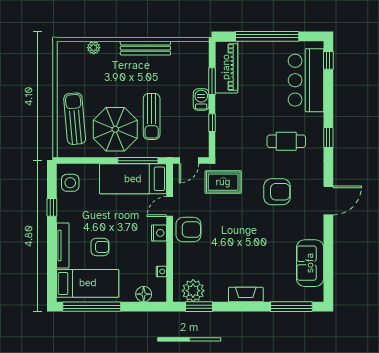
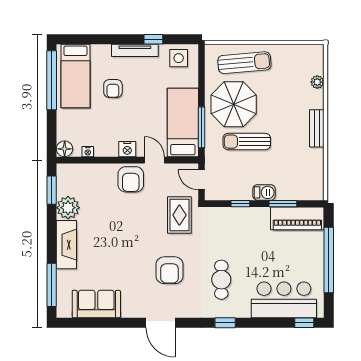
bench: (145, 48) -> (317, 128), width x0.73
tv unit: (63, 246) -> (135, 50), moved
plant: (193, 291) -> (68, 208), moved
floor lamp: (144, 294) -> (65, 149), moved
fireplace: (246, 295) -> (66, 245), width x1.37, depth x1.32

